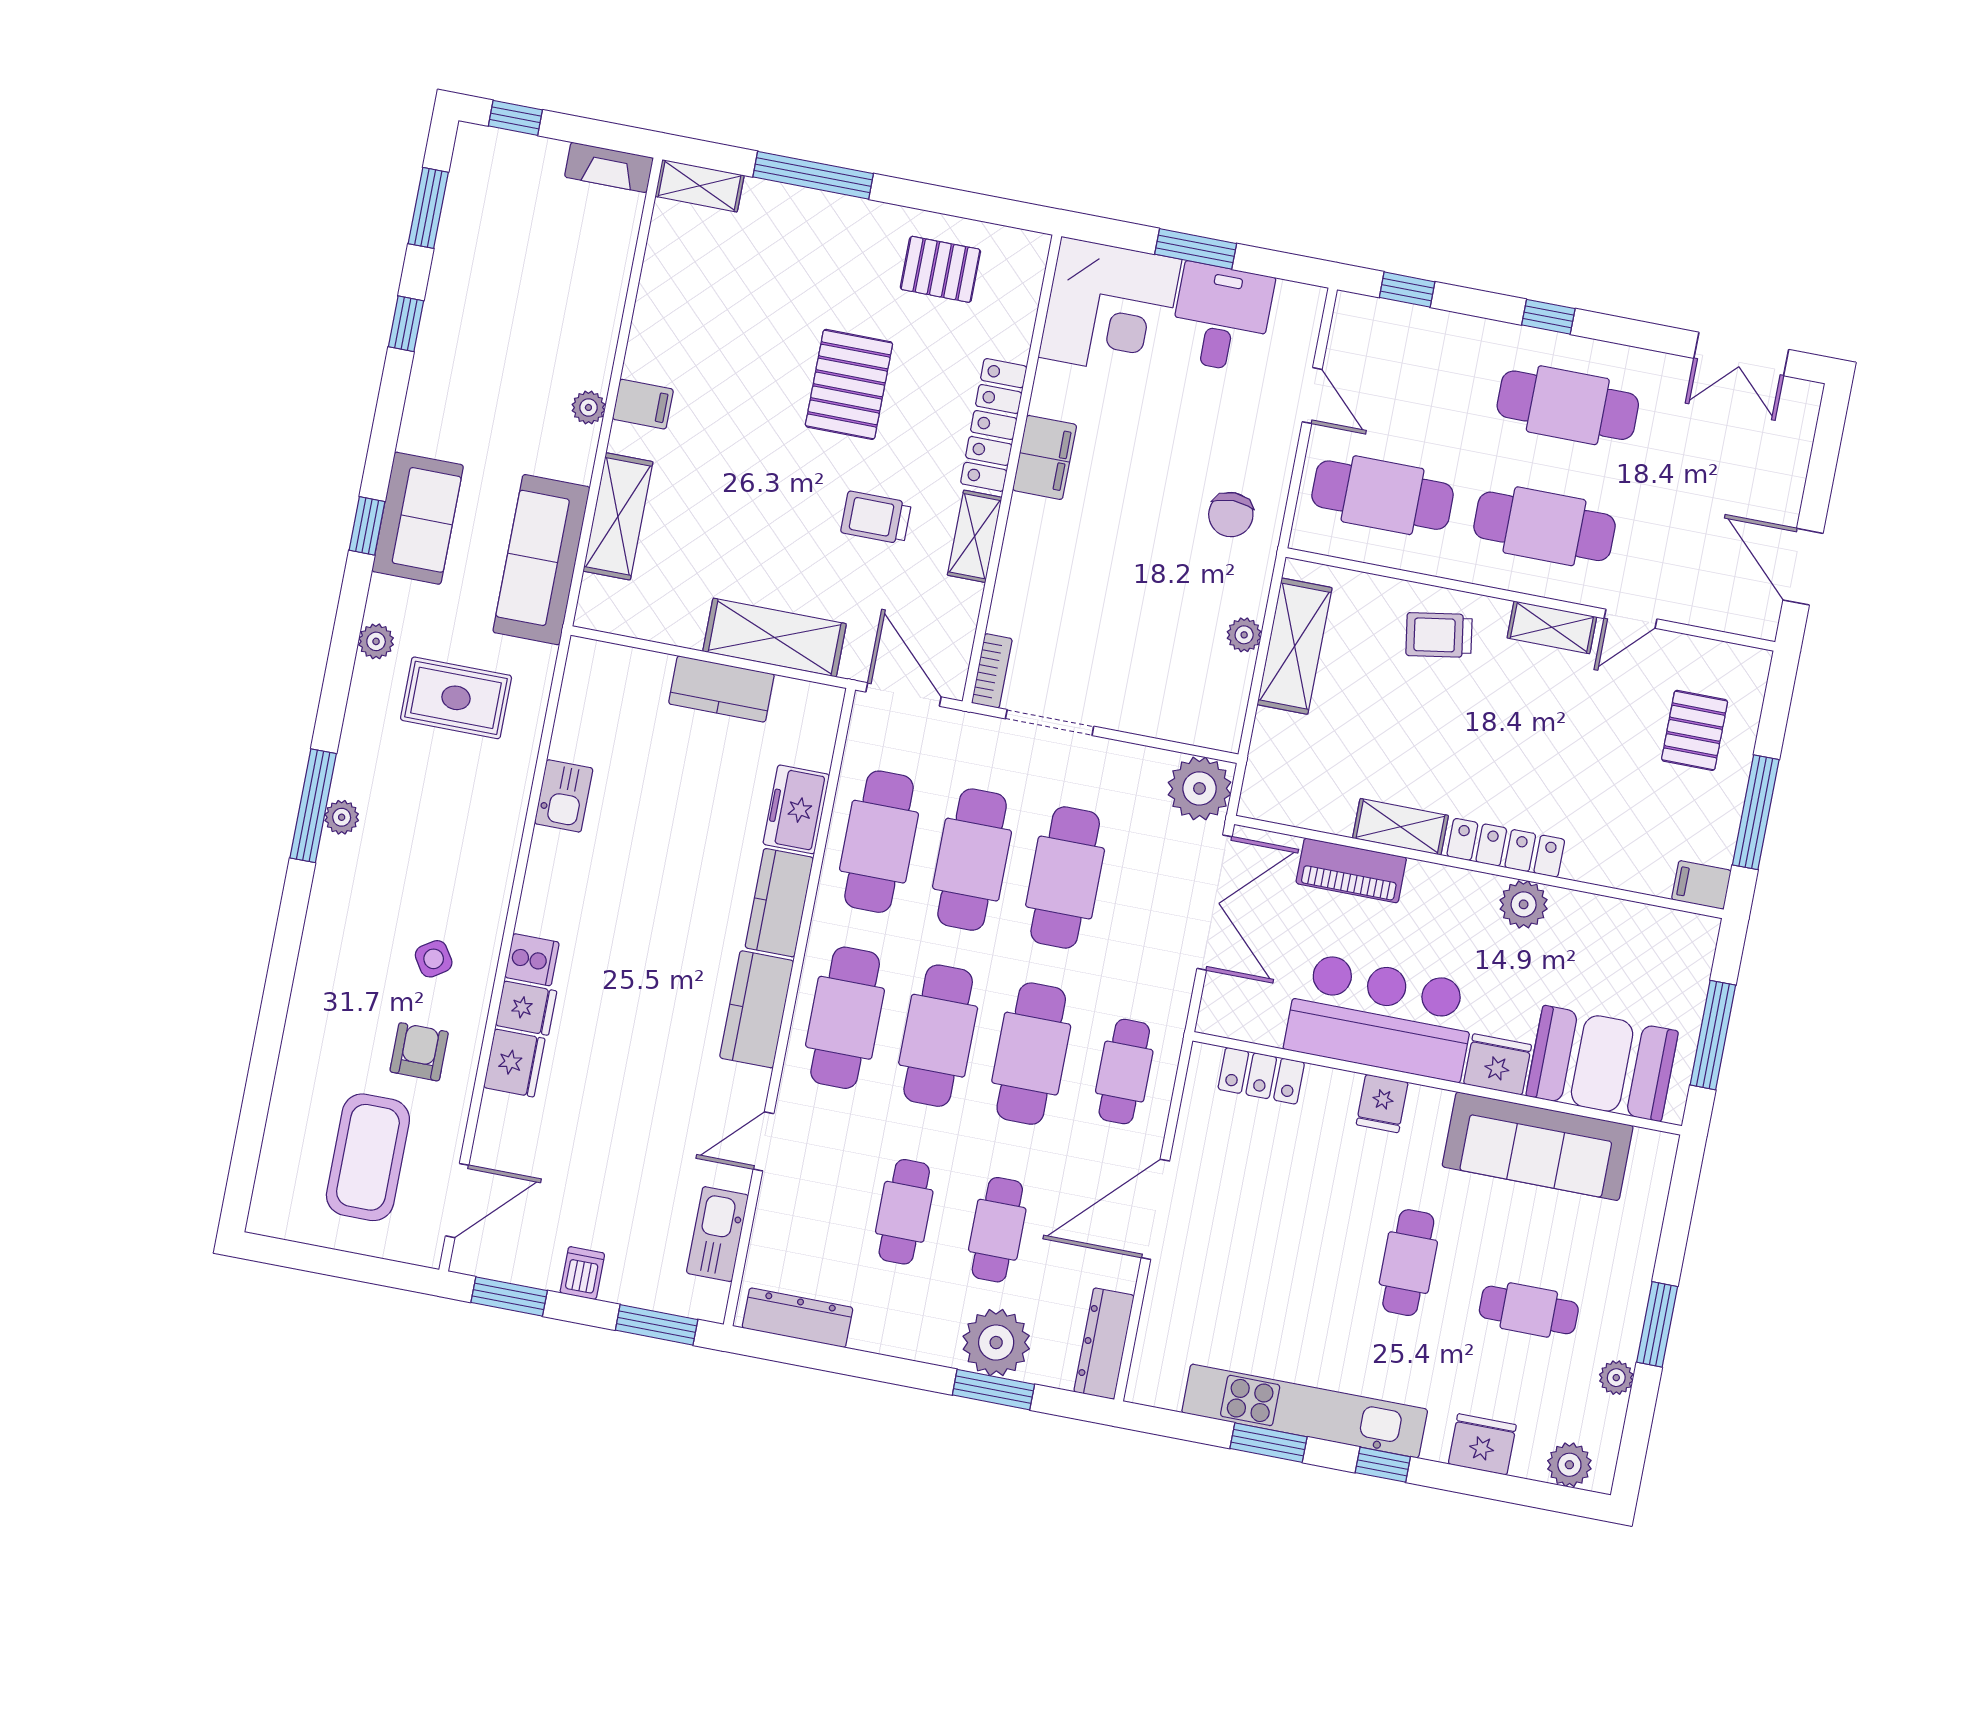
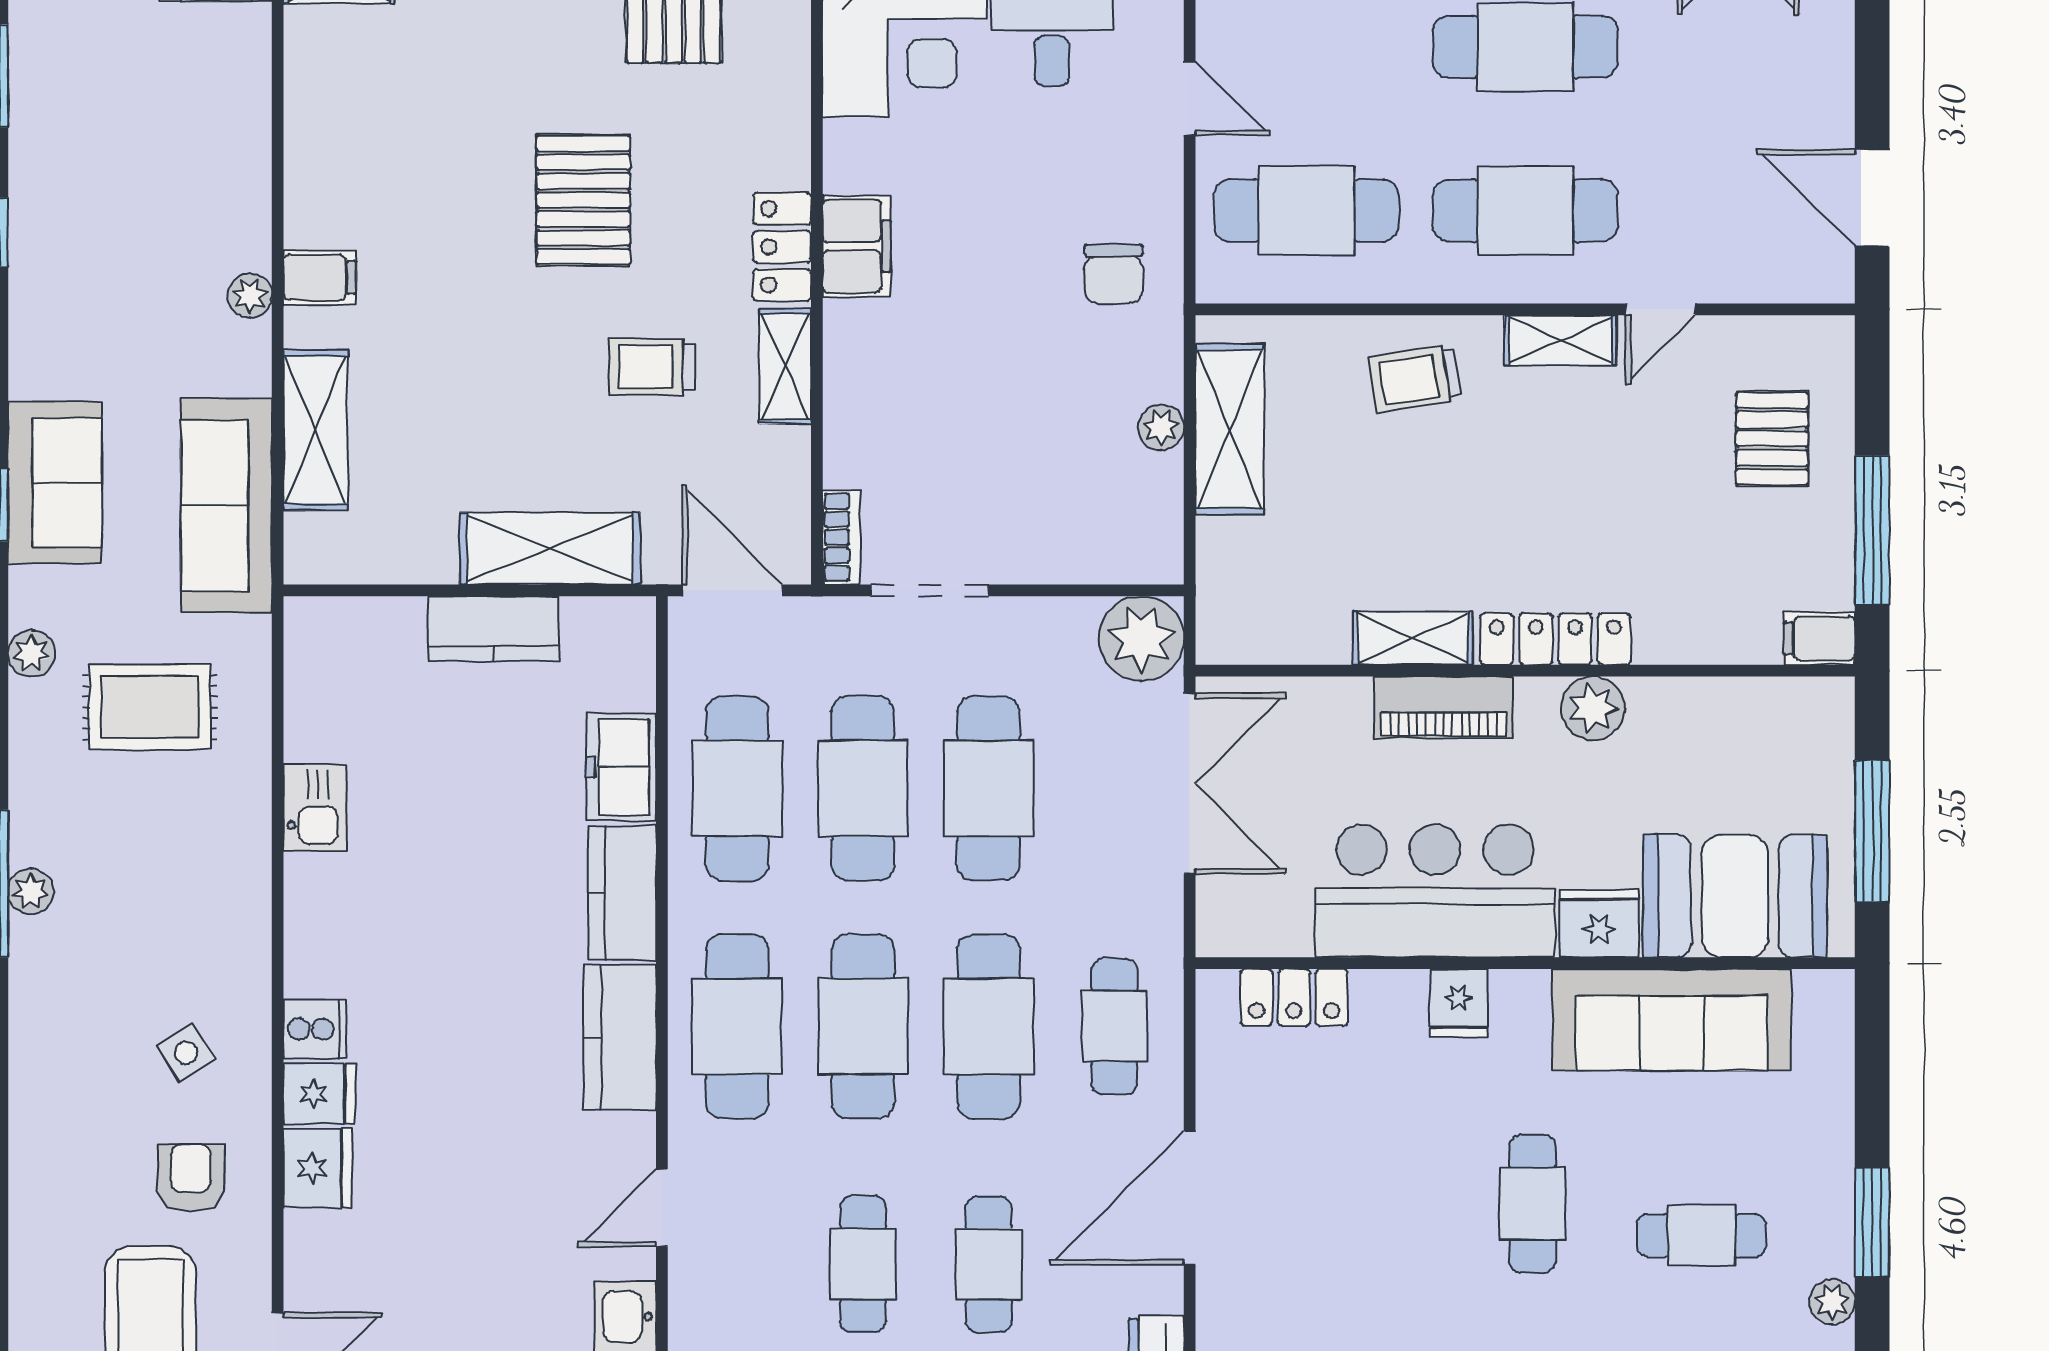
locker: (994, 425) -> (782, 247), width x0.66
piano: (1351, 870) -> (1443, 707), moved

